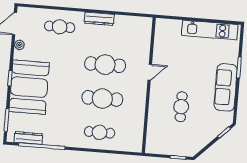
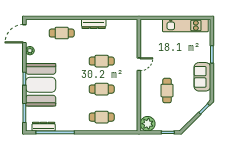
cafe table: (105, 65) -> (102, 61), width x0.73, depth x0.74
sofa: (226, 87) -> (202, 77), width x0.73
cafe table: (102, 98) -> (102, 89), width x0.73, depth x0.74
plant: (154, 145) -> (148, 124), added

